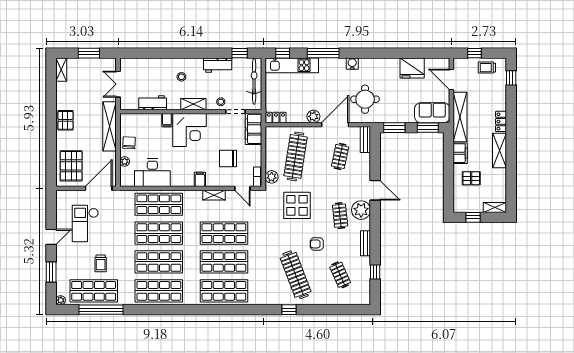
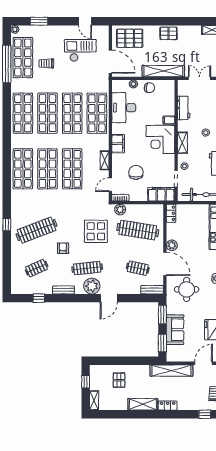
sofa: (432, 113) -> (175, 330), moved
filing cabinet: (460, 153) -> (140, 371), removed
filing cabinet: (200, 179) -> (118, 144), width x2.00
clothes rail: (340, 216) -> (87, 268), width x1.36
door: (51, 237) -> (85, 21), moved

